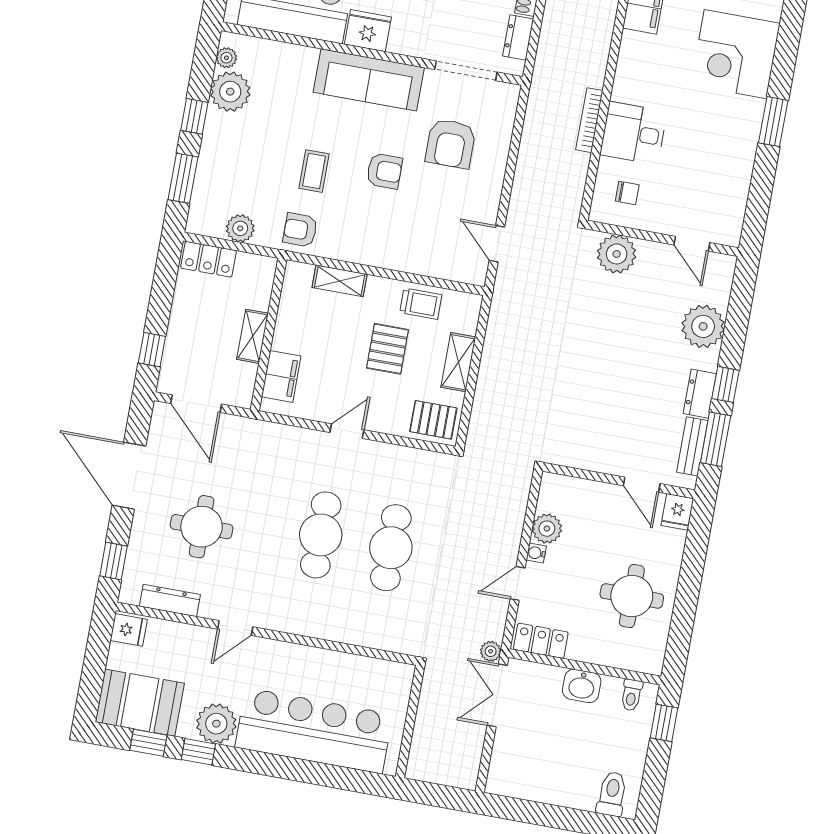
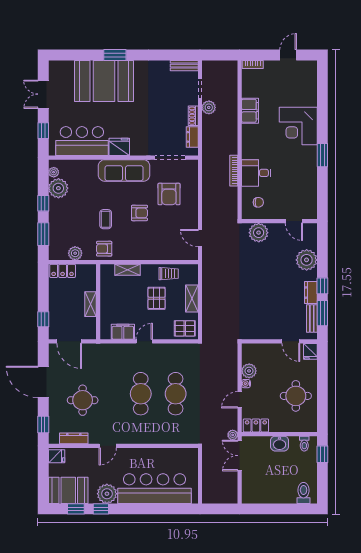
filing cabinet: (281, 376) -> (123, 332), moved, turned -90

